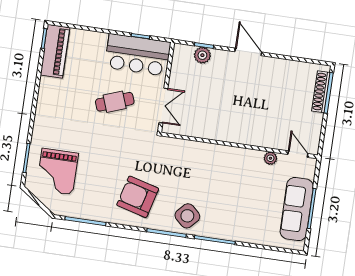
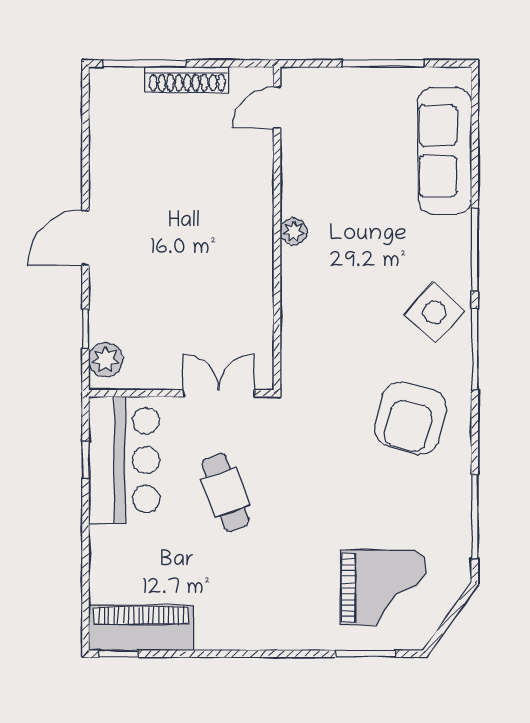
plant: (202, 55) -> (106, 360), moved
shoe rack: (321, 92) -> (187, 80), moved
plant: (270, 158) -> (294, 231), moved
sofa: (297, 209) -> (445, 151), moved, turned 90

